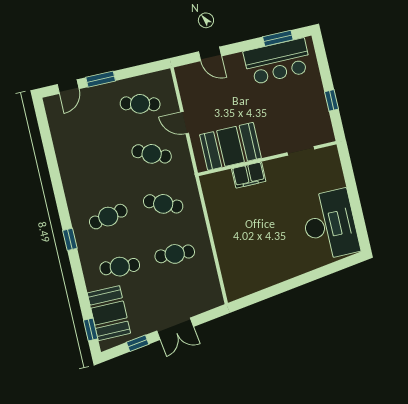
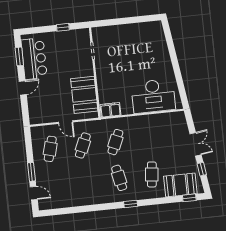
door: (210, 54) -> (23, 88), moved
door: (185, 123) -> (66, 122), hinge flipped
filing cabinet: (249, 175) -> (110, 110), moved, turned -90
desk: (330, 225) -> (153, 96), moved, turned 180
cafe table: (175, 254) -> (148, 139), removed

